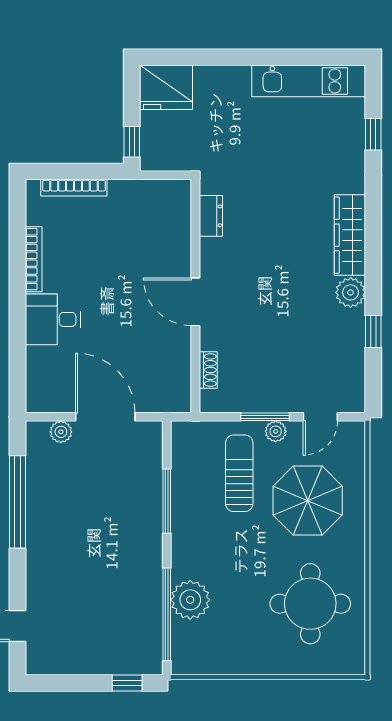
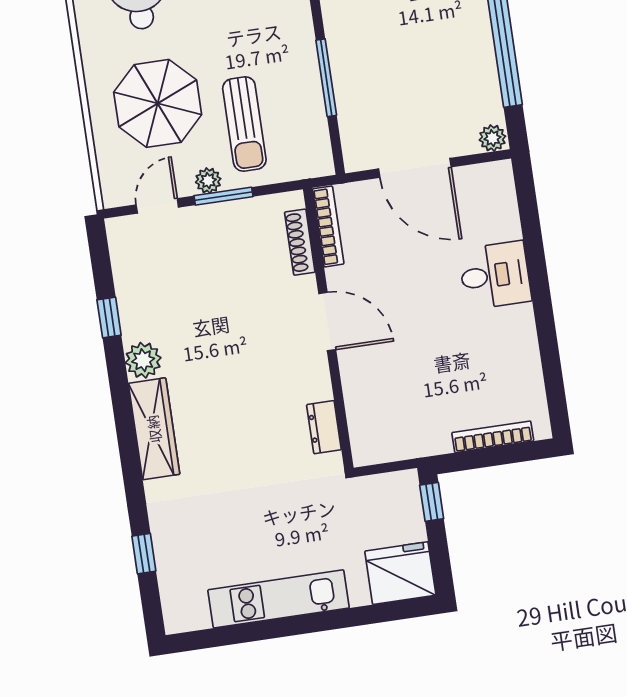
kitchen unit: (309, 81) -> (279, 599), moved
bookcase: (34, 259) -> (328, 226), moved, turned 180
shoe rack: (208, 370) -> (300, 242), width x1.43
plant: (61, 432) -> (492, 138), moved

